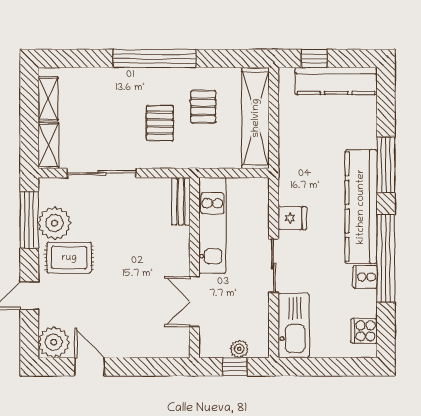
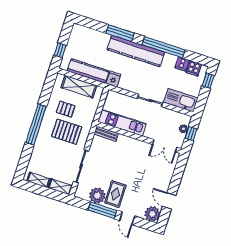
kitchen counter: (336, 81) -> (88, 71), moved, turned -90
shelving: (256, 118) -> (79, 87), width x0.68
pallet: (160, 123) -> (67, 132), width x1.50, depth x1.42
fridge: (292, 218) -> (113, 79), moved
window: (29, 220) -> (102, 210), moved
cooker: (365, 277) -> (182, 64), moved
double door: (194, 302) -> (165, 146), moved
door: (90, 367) -> (169, 201), hinge flipped
window: (349, 367) -> (208, 81), added

